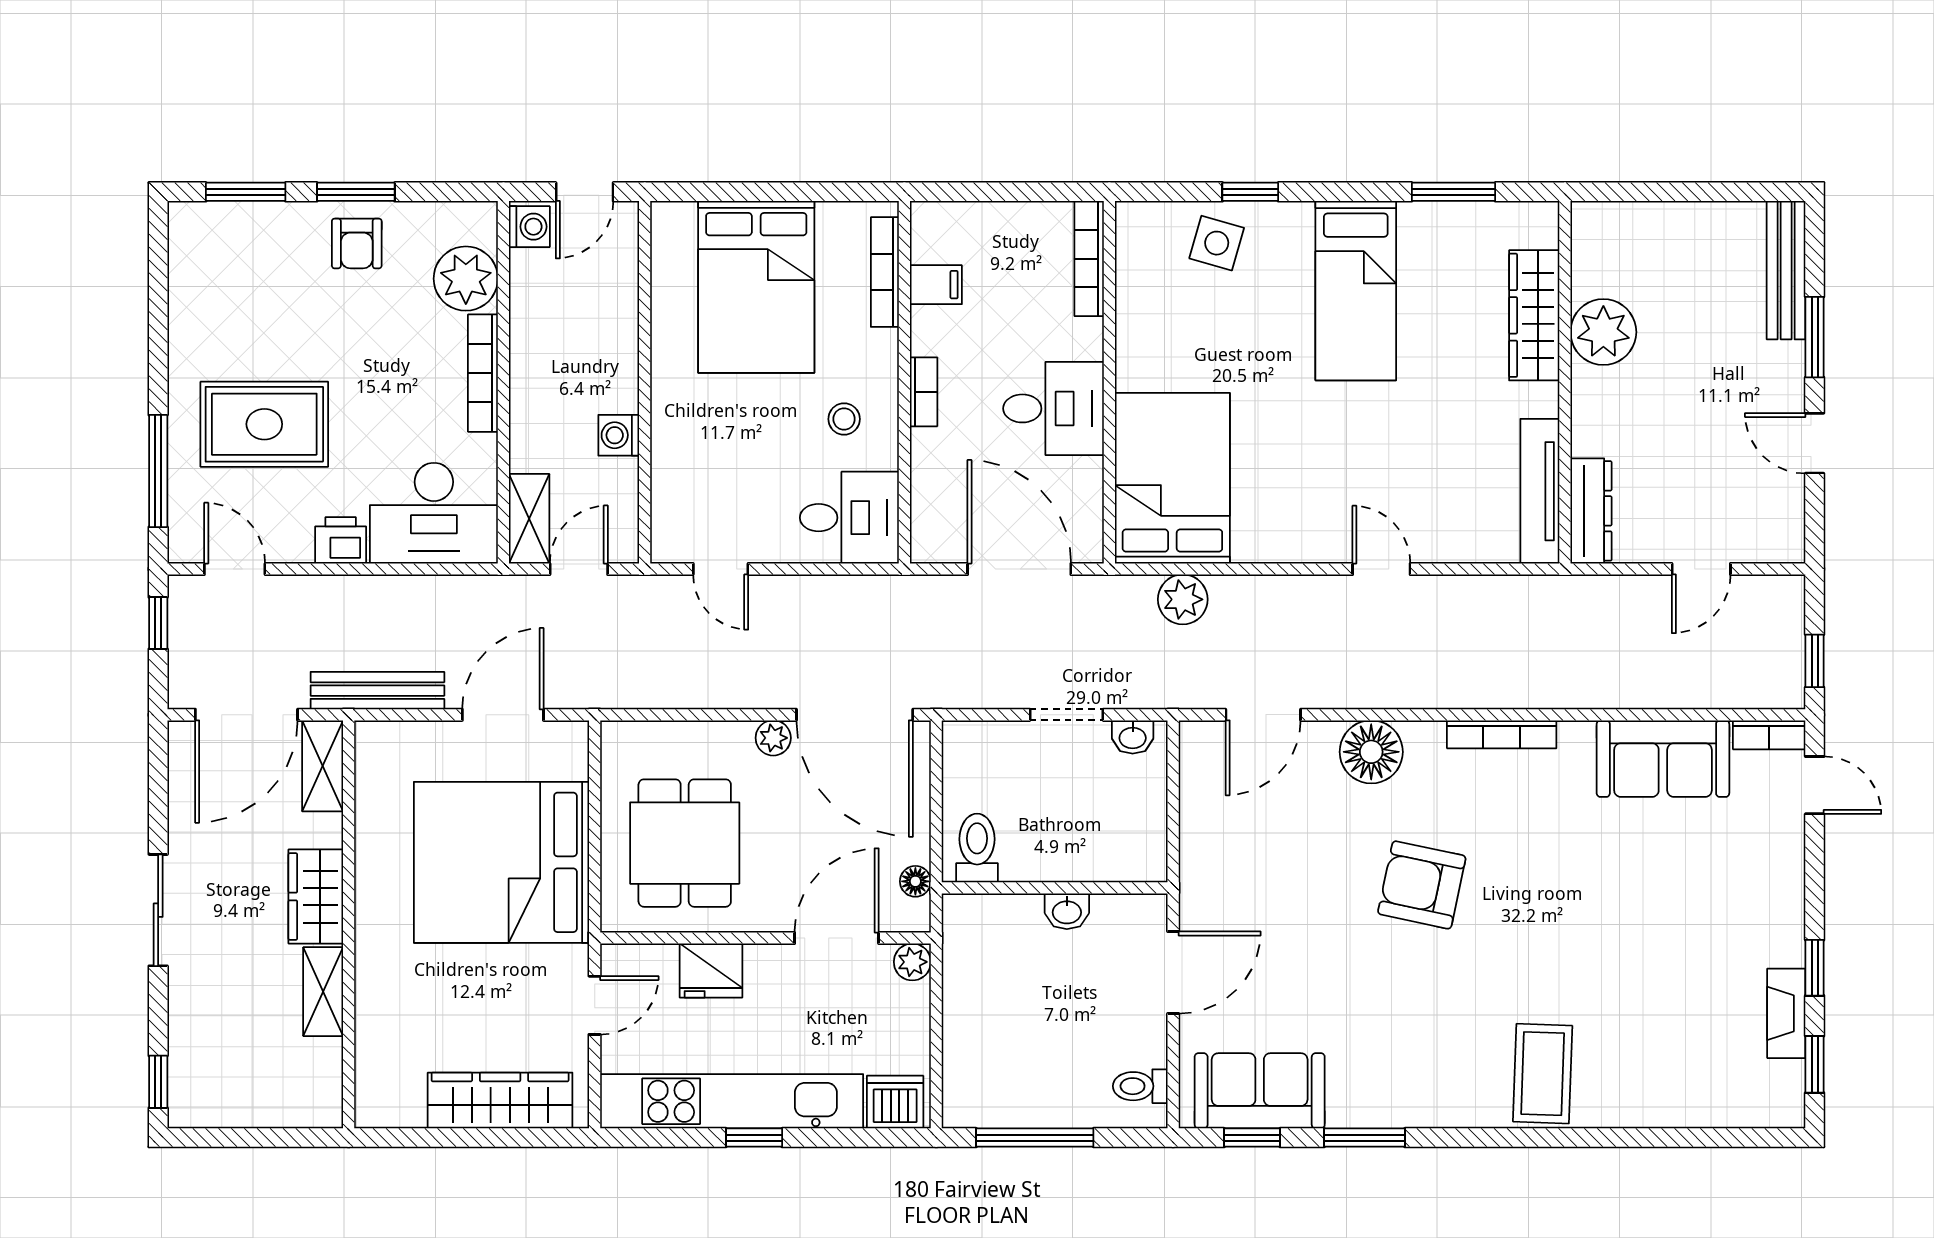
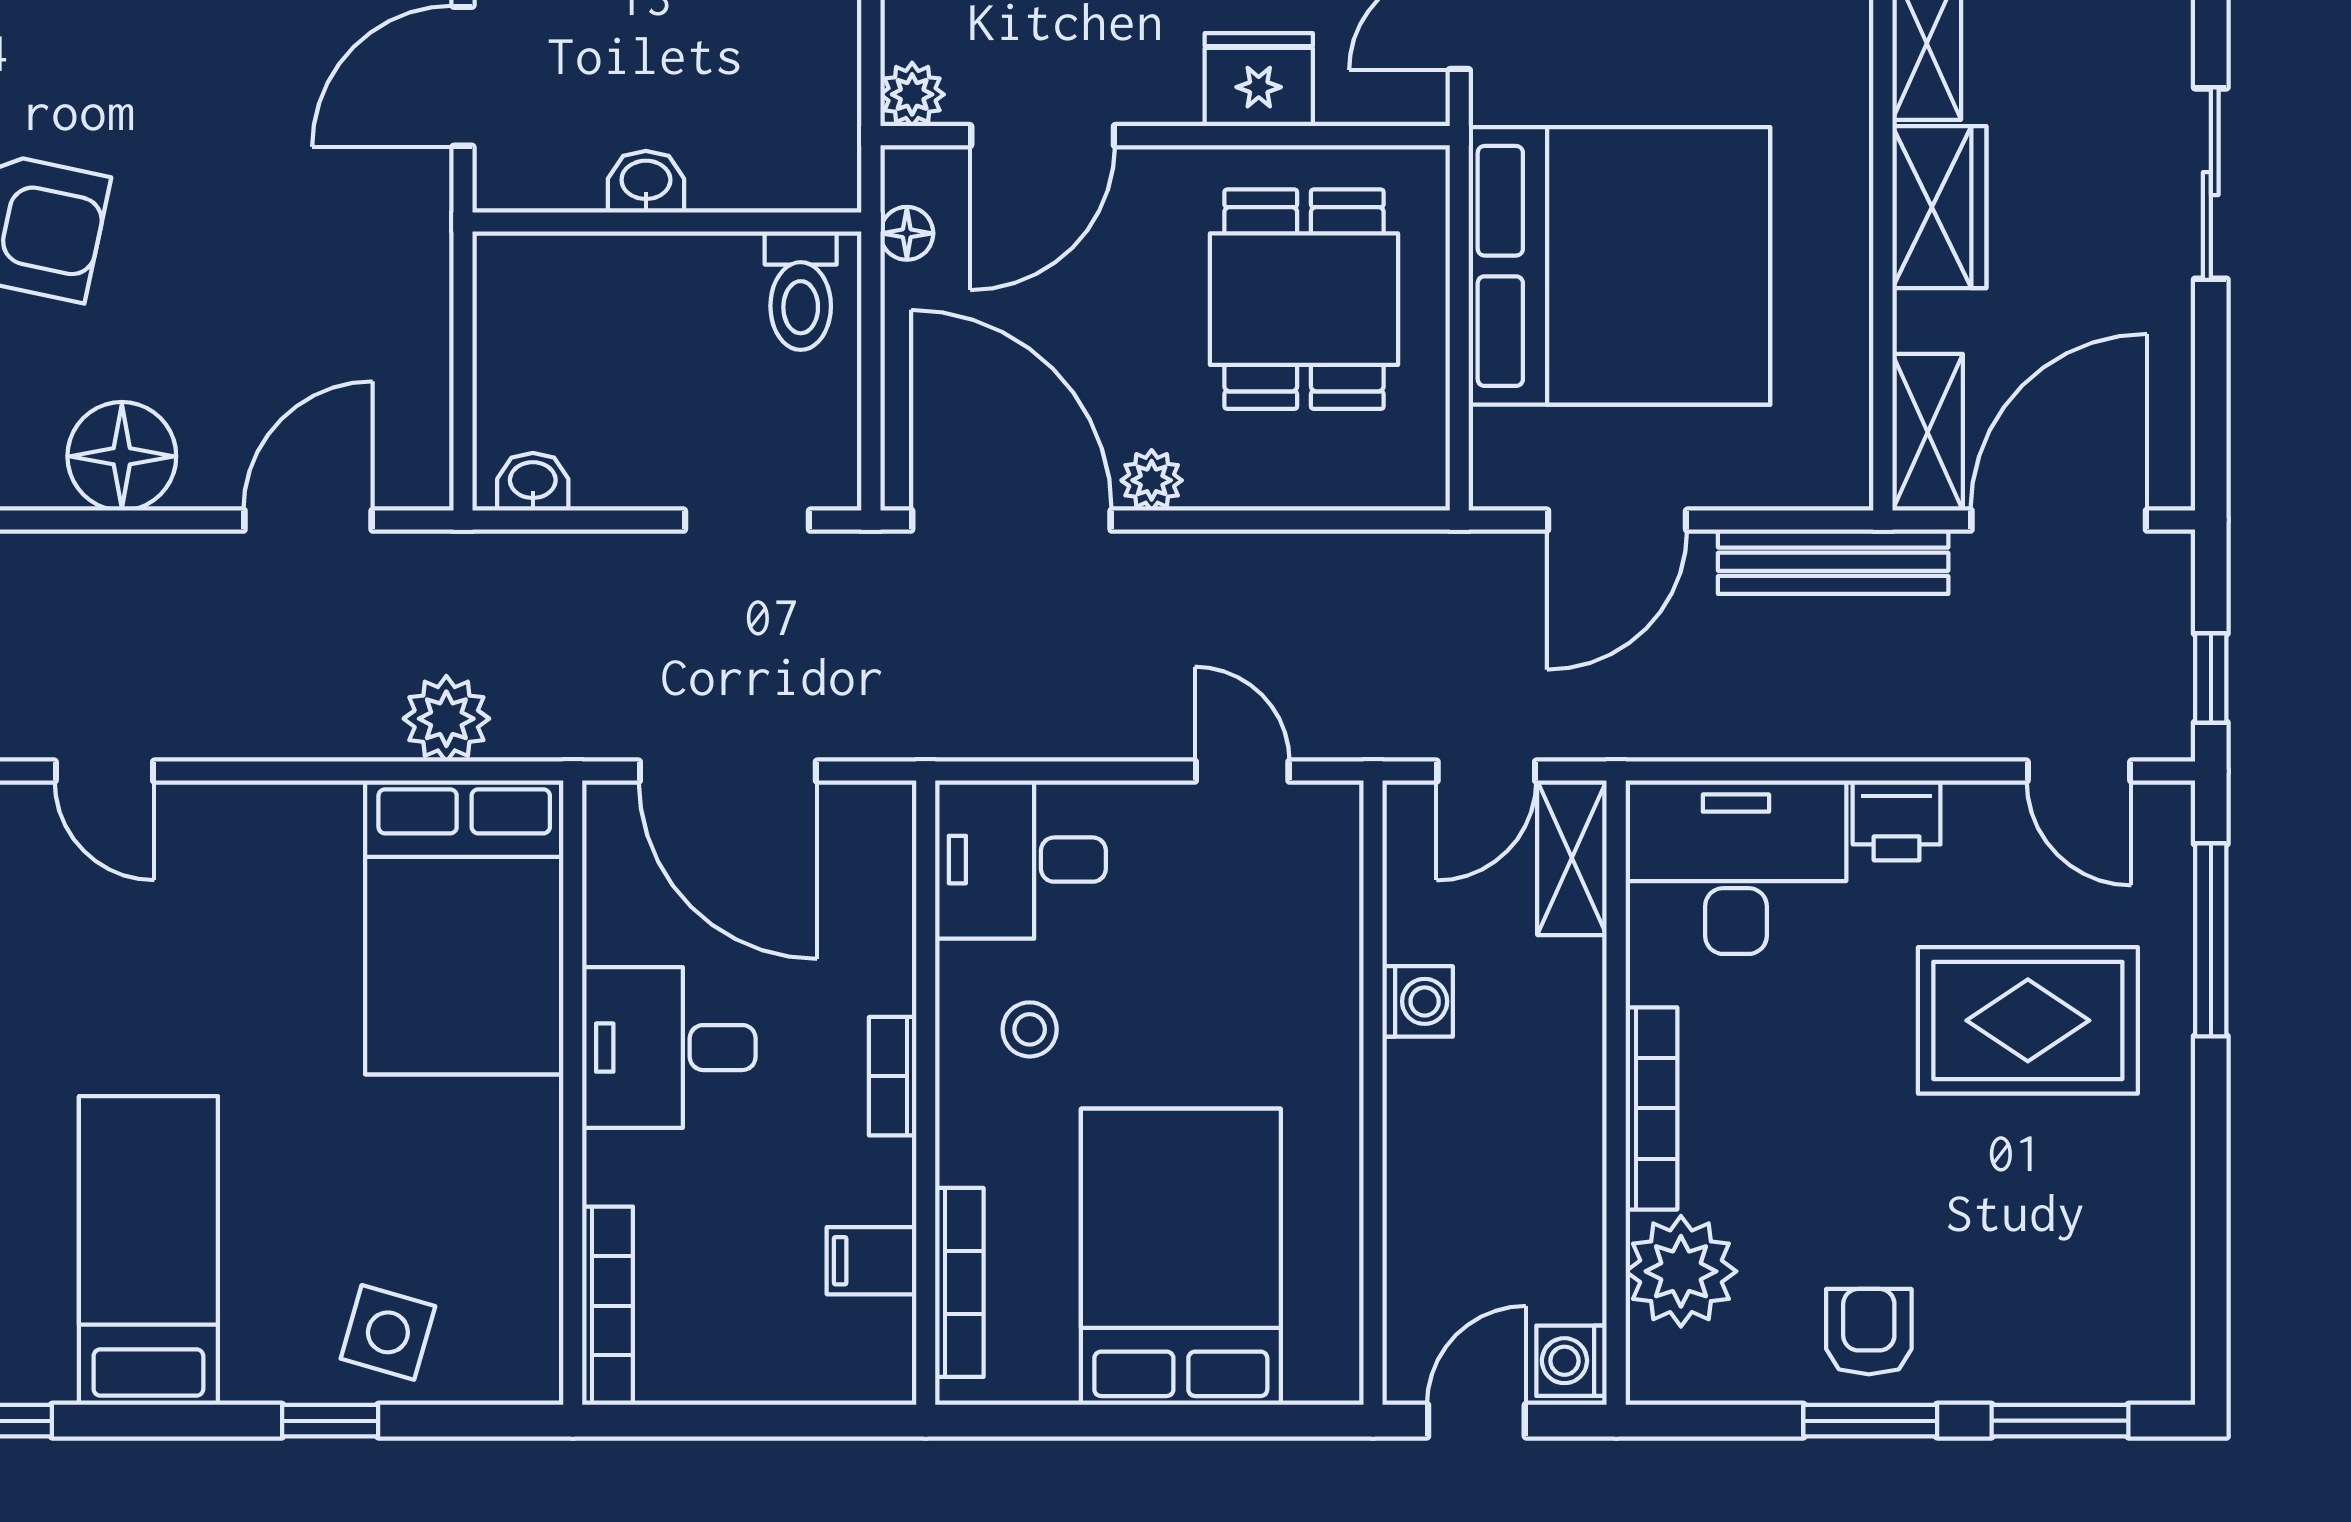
doorway: (1066, 715) -> (747, 520), moved

